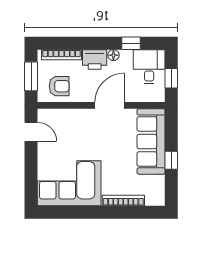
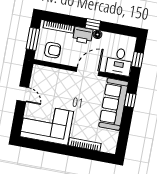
window: (131, 43) -> (93, 24), moved
desk: (149, 67) -> (119, 62), moved, turned 180
door: (31, 132) -> (23, 94), moved
window: (171, 160) -> (130, 100), moved

